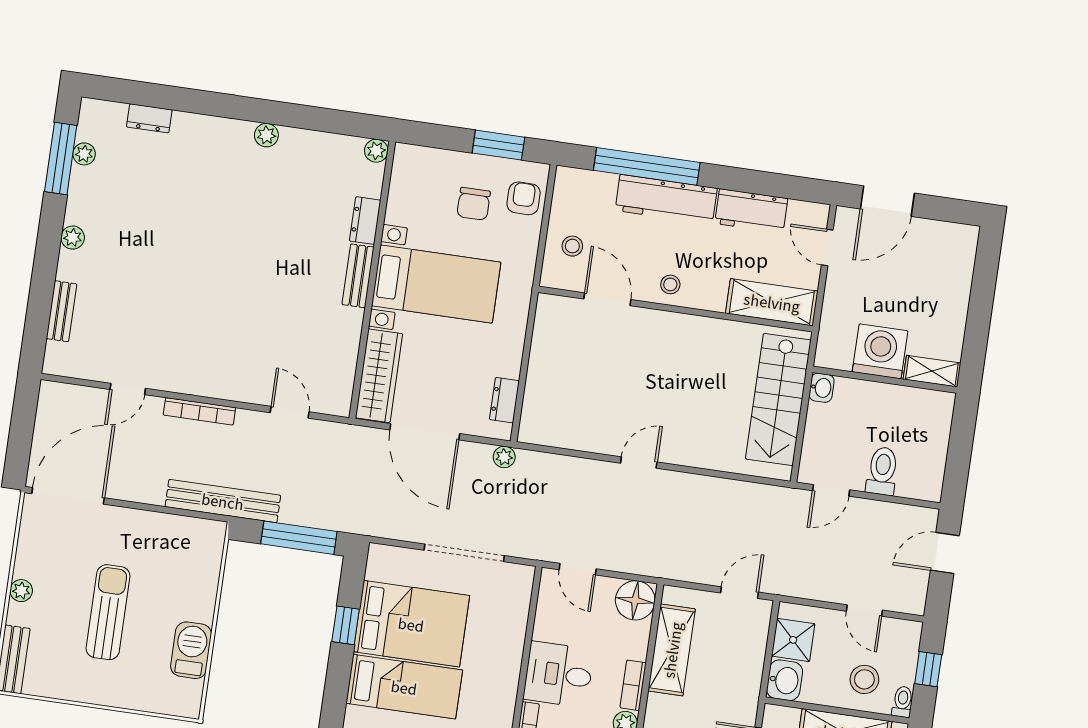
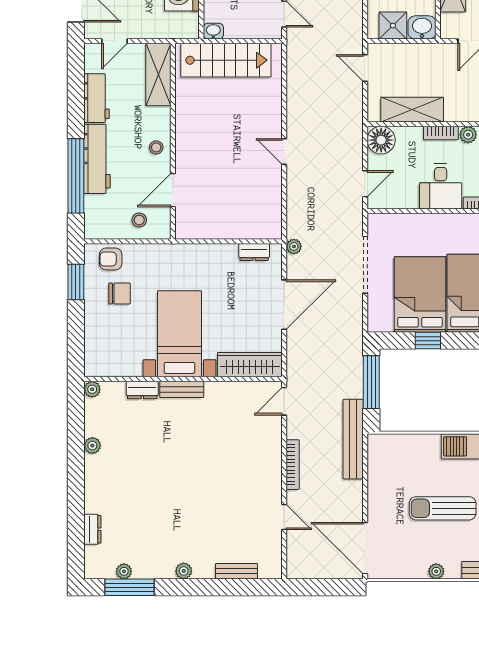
plant: (376, 151) -> (92, 389), moved
dresser: (365, 221) -> (142, 390), moved
bench: (358, 276) -> (182, 389), moved
wall: (372, 280) -> (183, 379), moved
bed with nightstands: (436, 284) -> (180, 334), moved
wardrobe: (379, 376) -> (250, 365), moved

